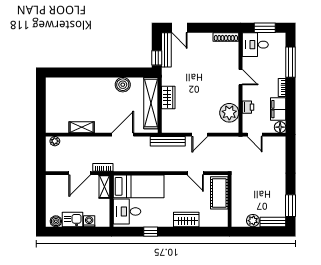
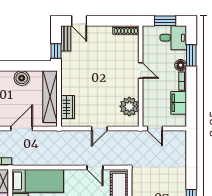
desk: (255, 45) -> (173, 38), moved, turned 180
bench: (166, 50) -> (66, 38), width x0.73
window: (291, 62) -> (191, 55), width x0.69
wardrobe: (168, 98) -> (68, 107), moved
printer: (248, 107) -> (148, 101), removed
floor lamp: (280, 127) -> (181, 65), moved
bench: (168, 141) -> (67, 135), removed

